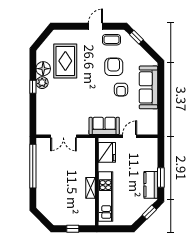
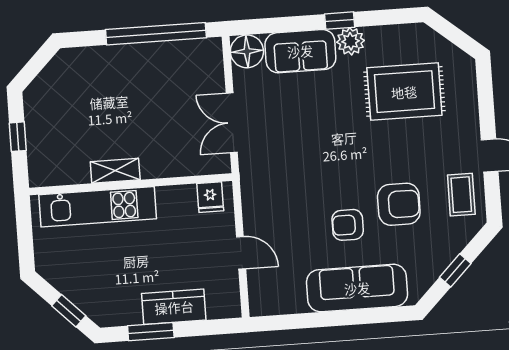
window: (136, 37) -> (455, 270), moved
floor lamp: (43, 69) -> (247, 51), moved
sofa: (104, 126) -> (300, 51), moved, turned 90
double door: (63, 136) -> (232, 123), moved
fridge: (107, 152) -> (210, 197), width x0.53, depth x0.75
kitchen counter: (151, 185) -> (174, 307), moved

